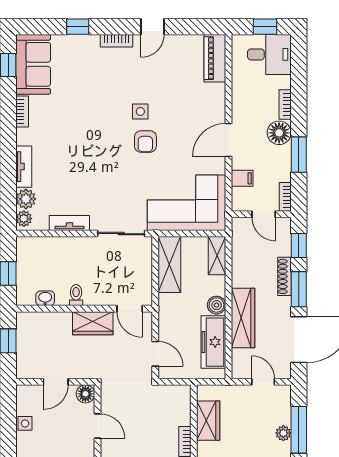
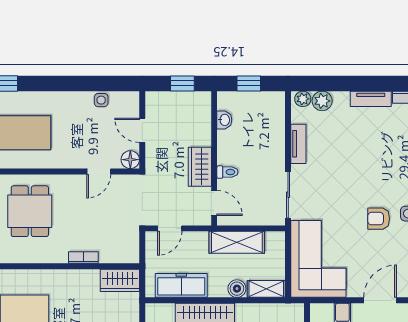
door: (228, 140) -> (380, 300), hinge flipped
tv unit: (24, 167) -> (371, 99), moved
shelving: (169, 264) -> (237, 242), moved
toilet: (76, 295) -> (227, 172), moved
boiler: (217, 305) -> (237, 289), moved
door: (130, 309) -> (214, 203), swing flipped
wardrobe: (208, 421) -> (120, 280), moved

